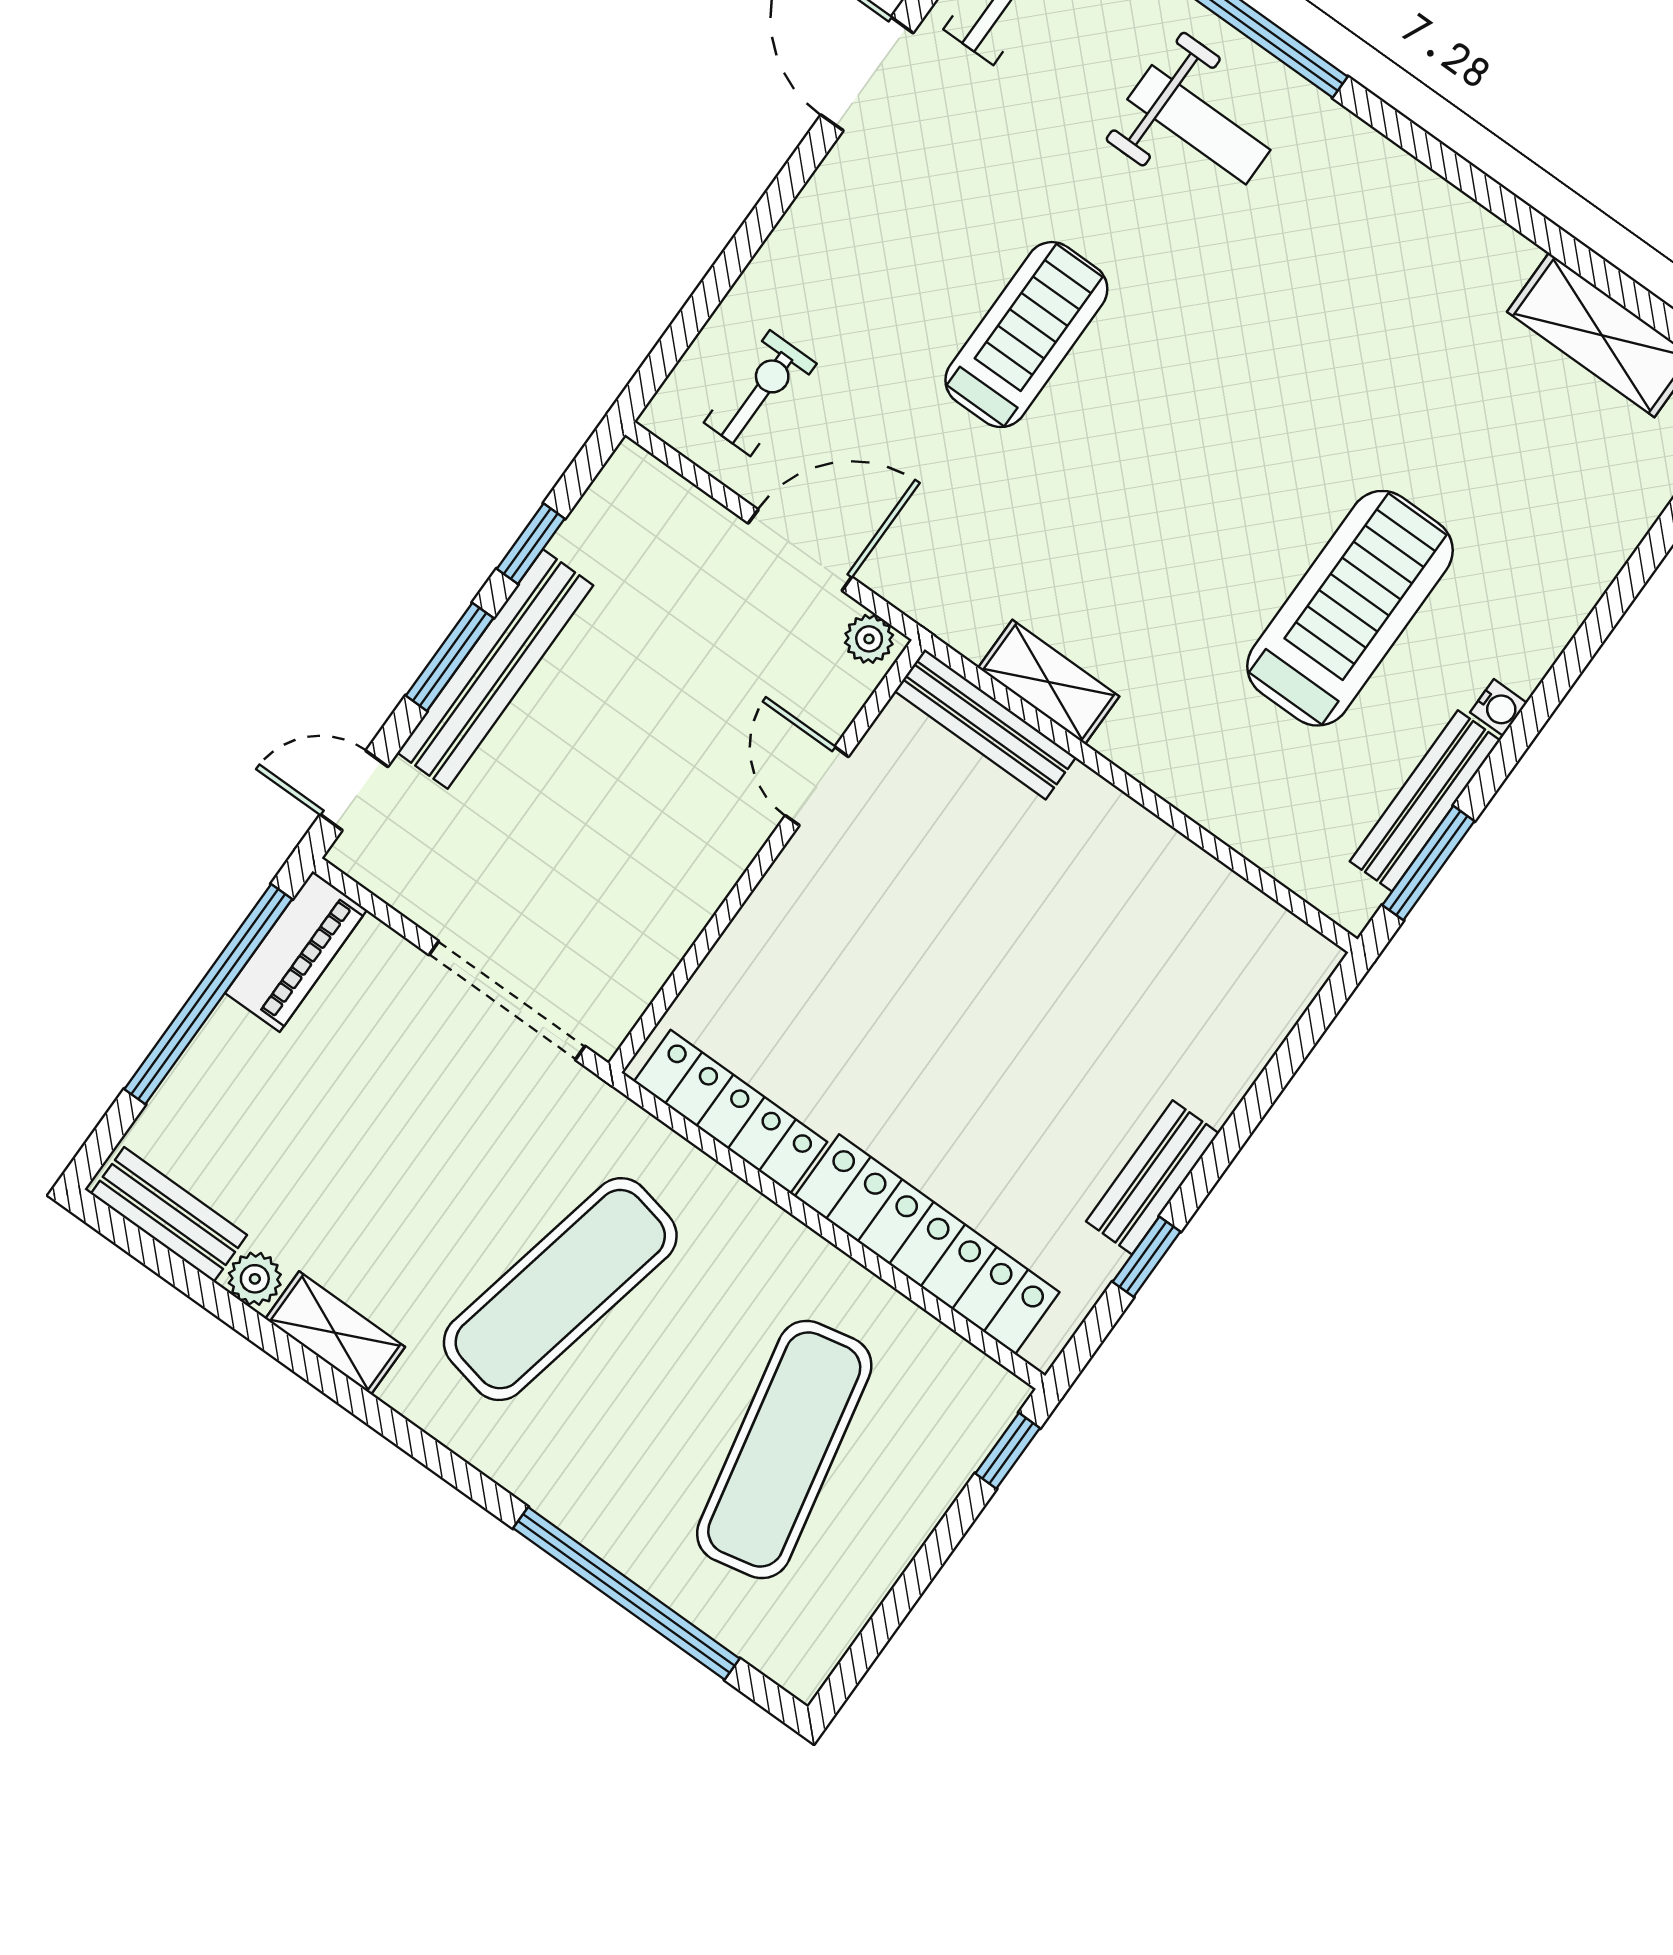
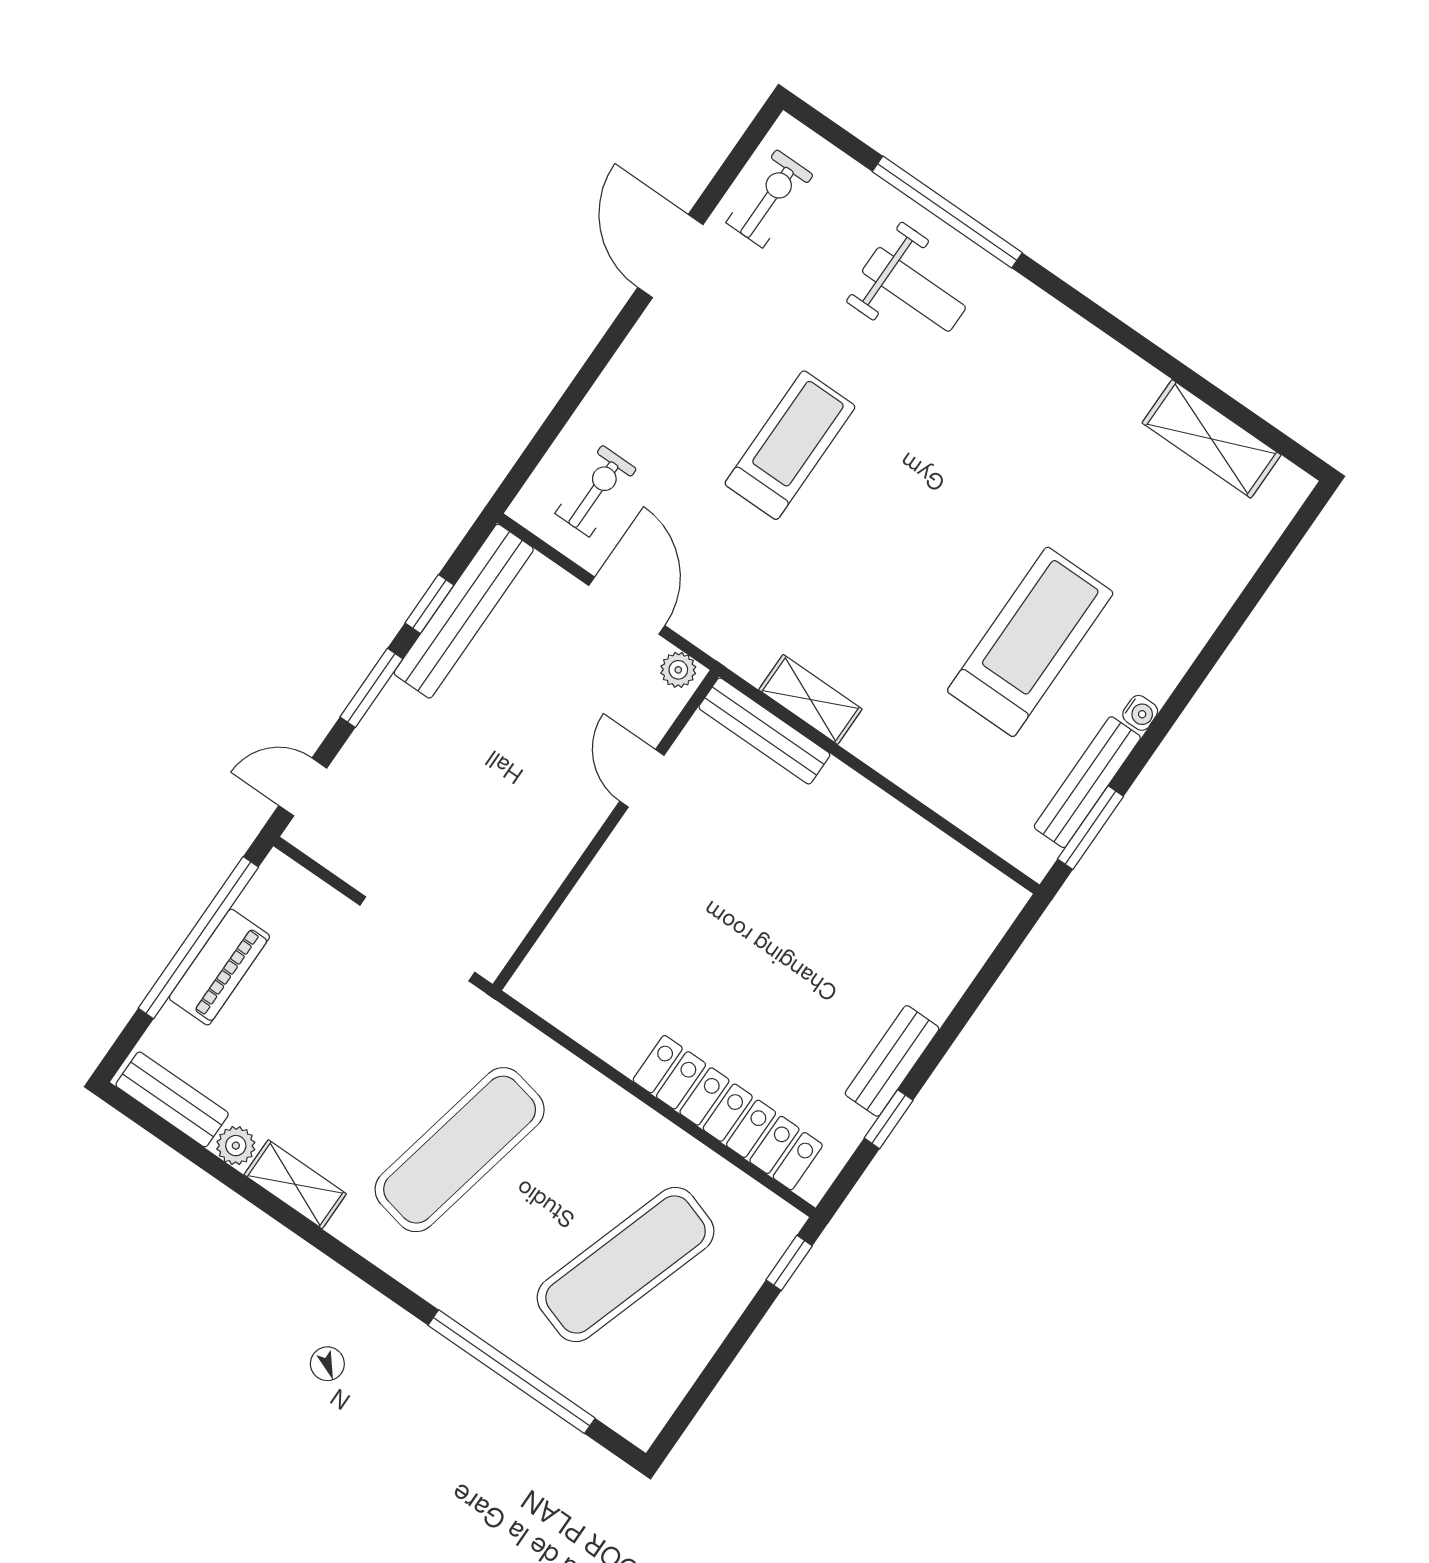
door: (800, 550) -> (627, 606), hinge flipped
bench: (495, 669) -> (464, 611), moved
piano: (296, 951) -> (219, 967), moved
locker: (730, 1112) -> (582, 1018), removed
exercise mat: (784, 1449) -> (626, 1264), turned 30

